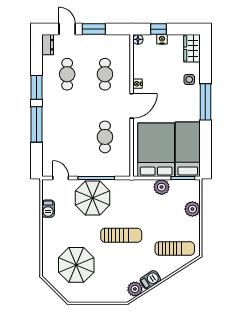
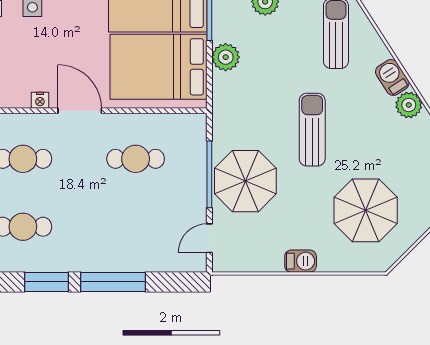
barbecue: (48, 209) -> (301, 261), moved

